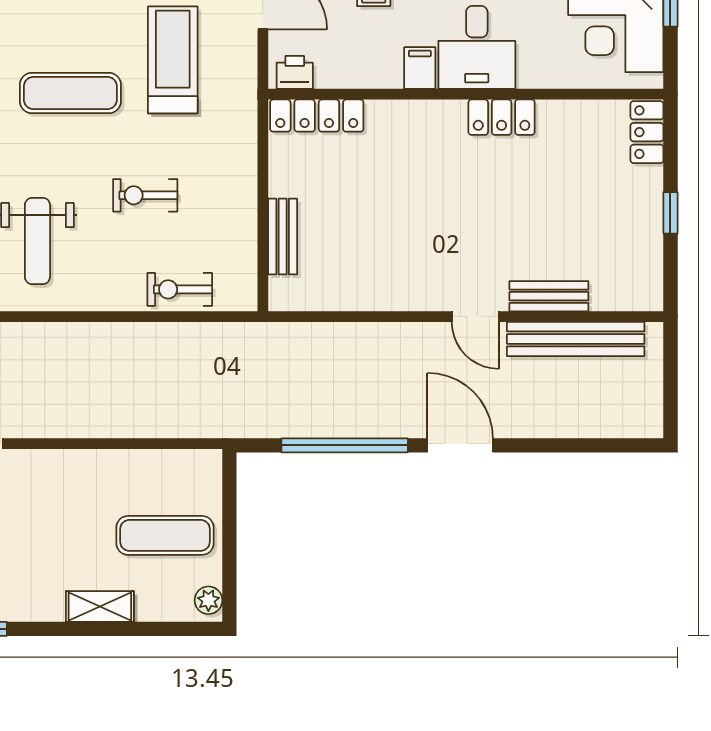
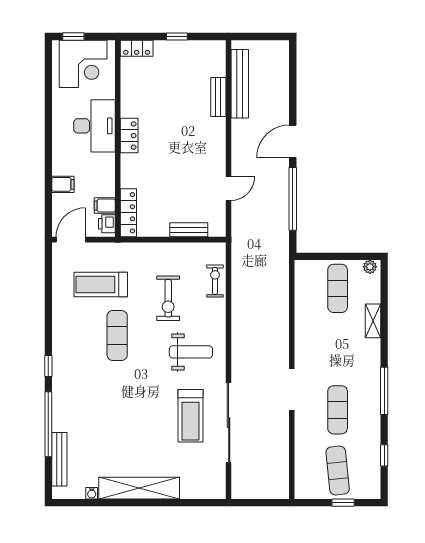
desk: (477, 47) -> (94, 126), width x1.37
filing cabinet: (420, 68) -> (105, 206), moved
locker: (502, 117) -> (129, 136), moved
exercise bike: (145, 195) -> (168, 298), width x1.38, depth x1.39
exercise bike: (180, 289) -> (215, 281), turned 180
door: (475, 317) -> (229, 189), moved

